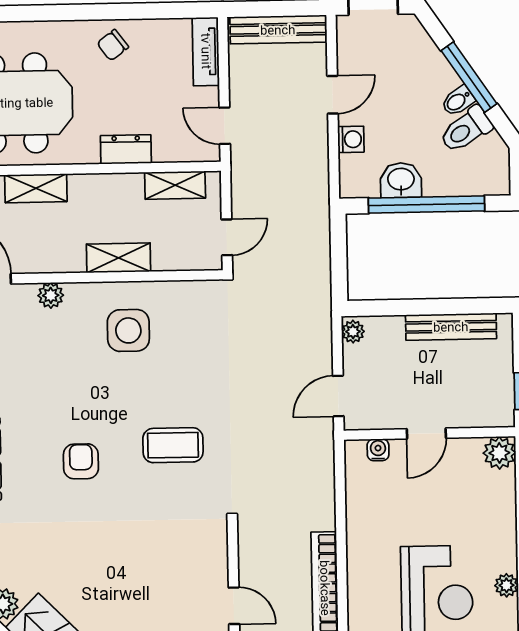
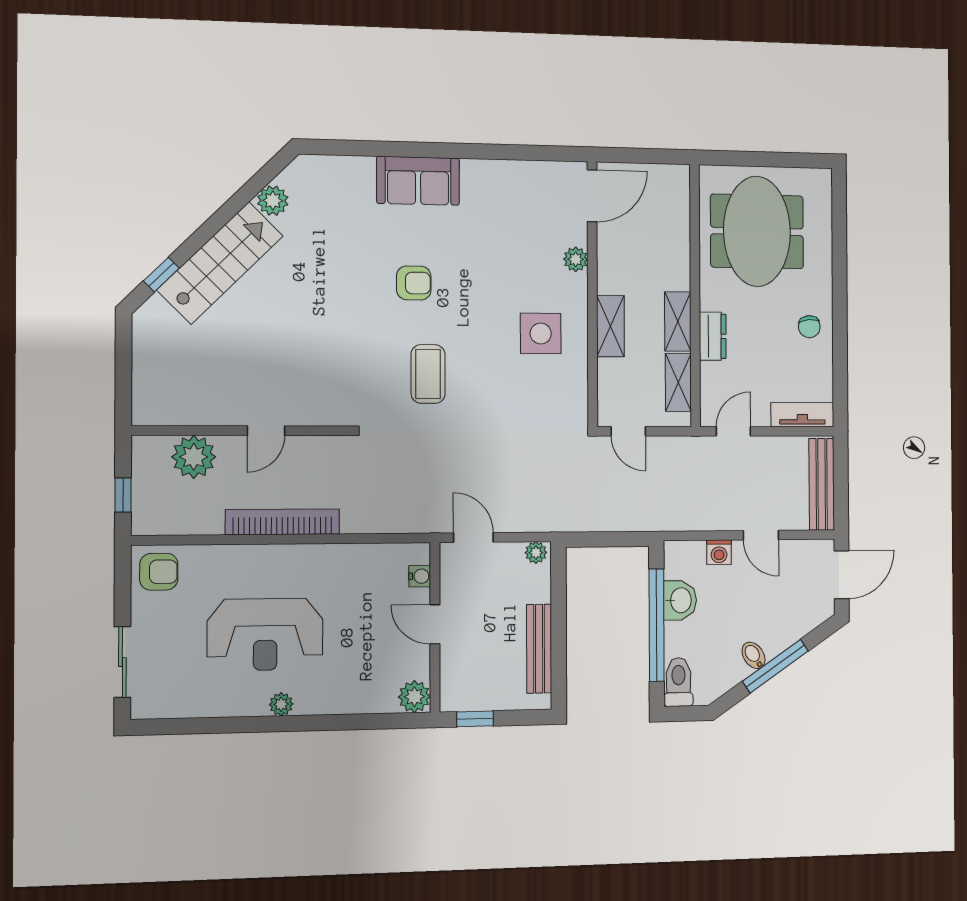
chair: (113, 45) -> (809, 327), turned -148
toilet: (466, 130) -> (678, 682), moved, turned 34
shelving: (36, 188) -> (678, 321), moved

